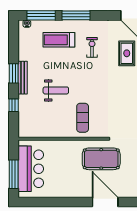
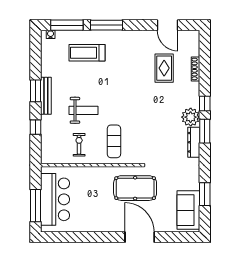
exercise bike: (92, 47) -> (79, 145), moved

